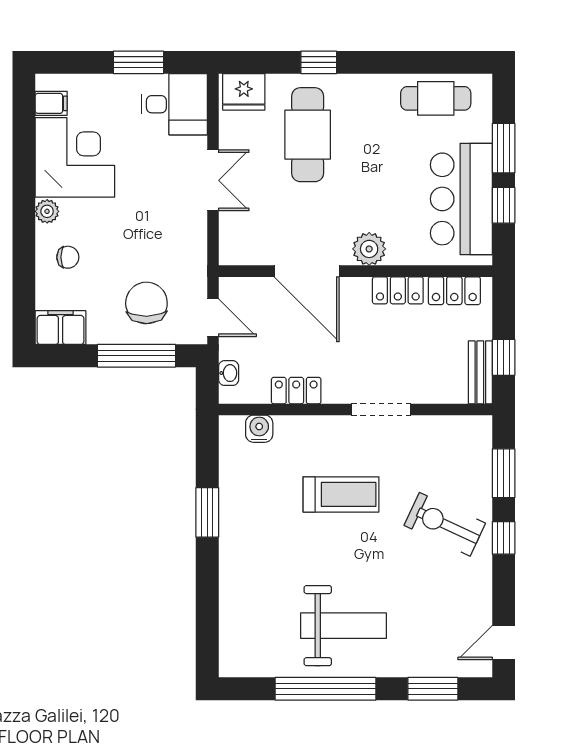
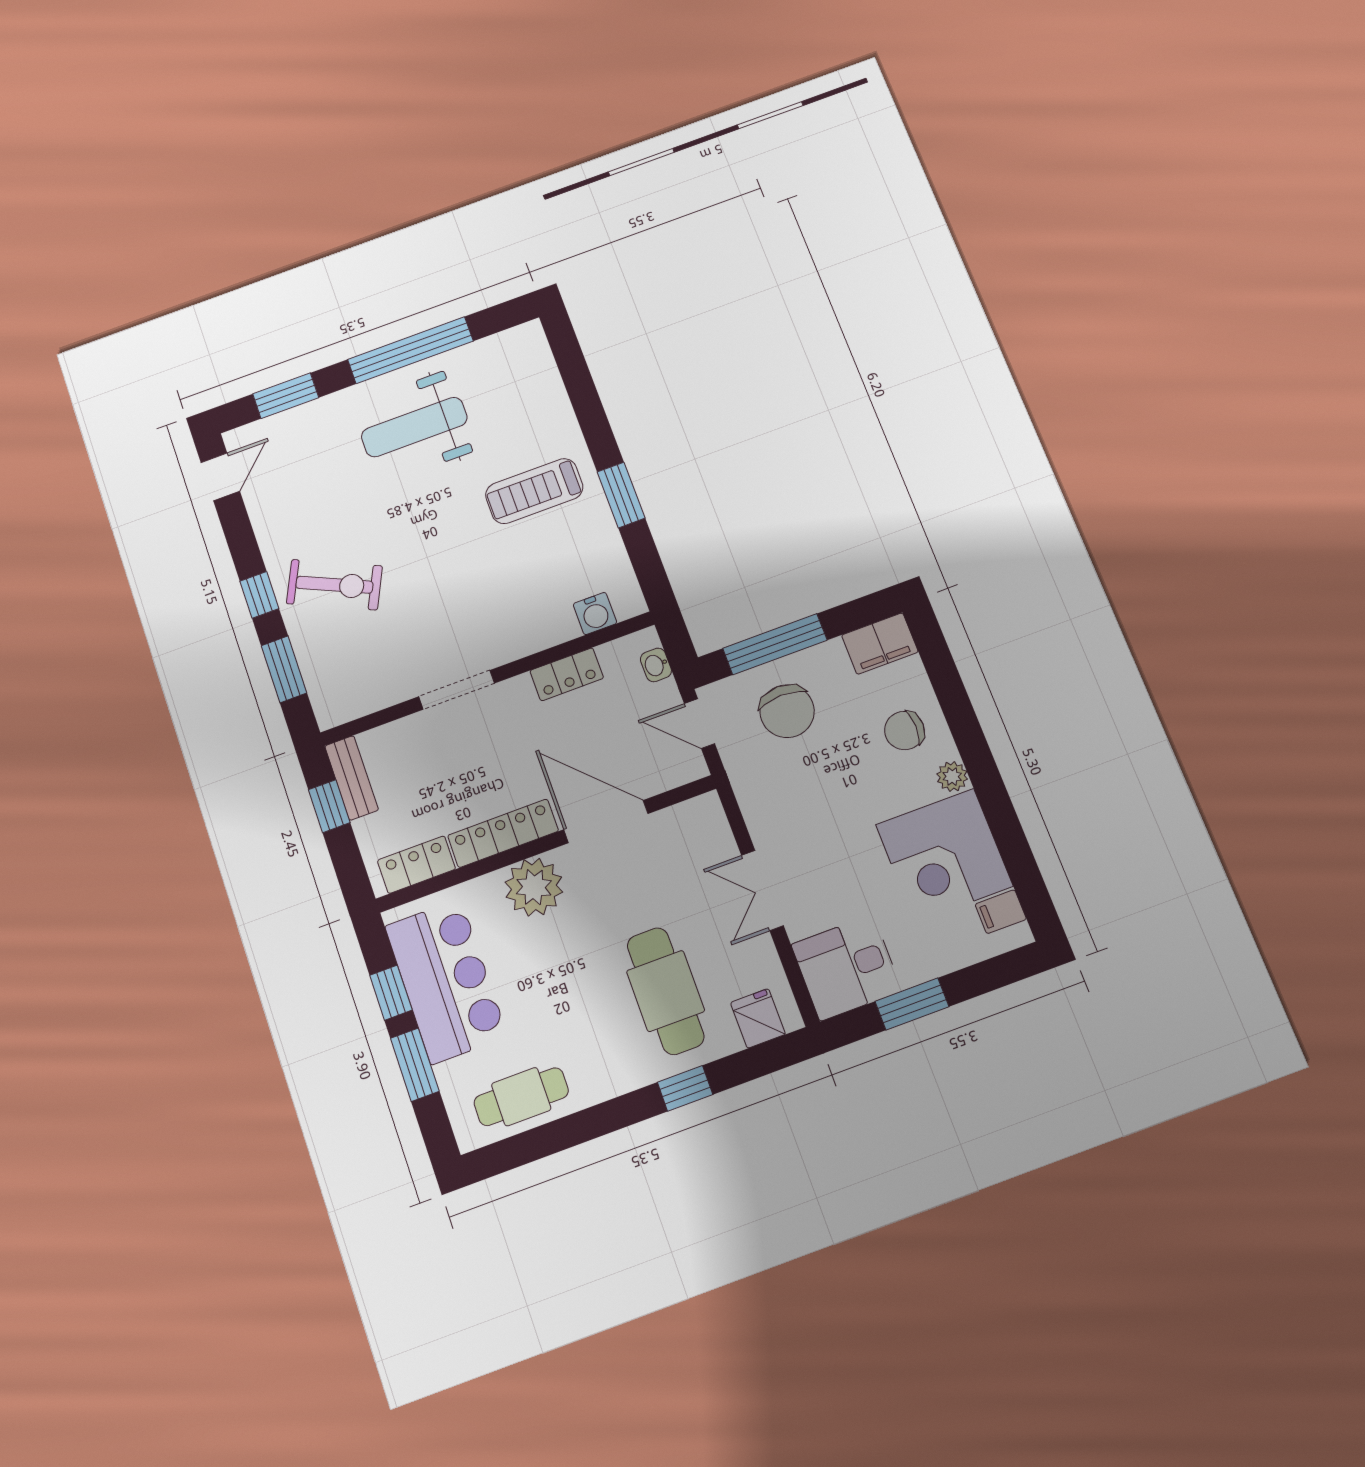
fridge: (244, 92) -> (758, 1018), width x0.72
plant: (369, 249) -> (534, 887), width x1.36, depth x1.36
chair: (68, 257) -> (904, 731), width x1.37, depth x1.37
locker: (398, 290) -> (503, 833), width x1.53
treadmill: (341, 494) -> (534, 491), moved

